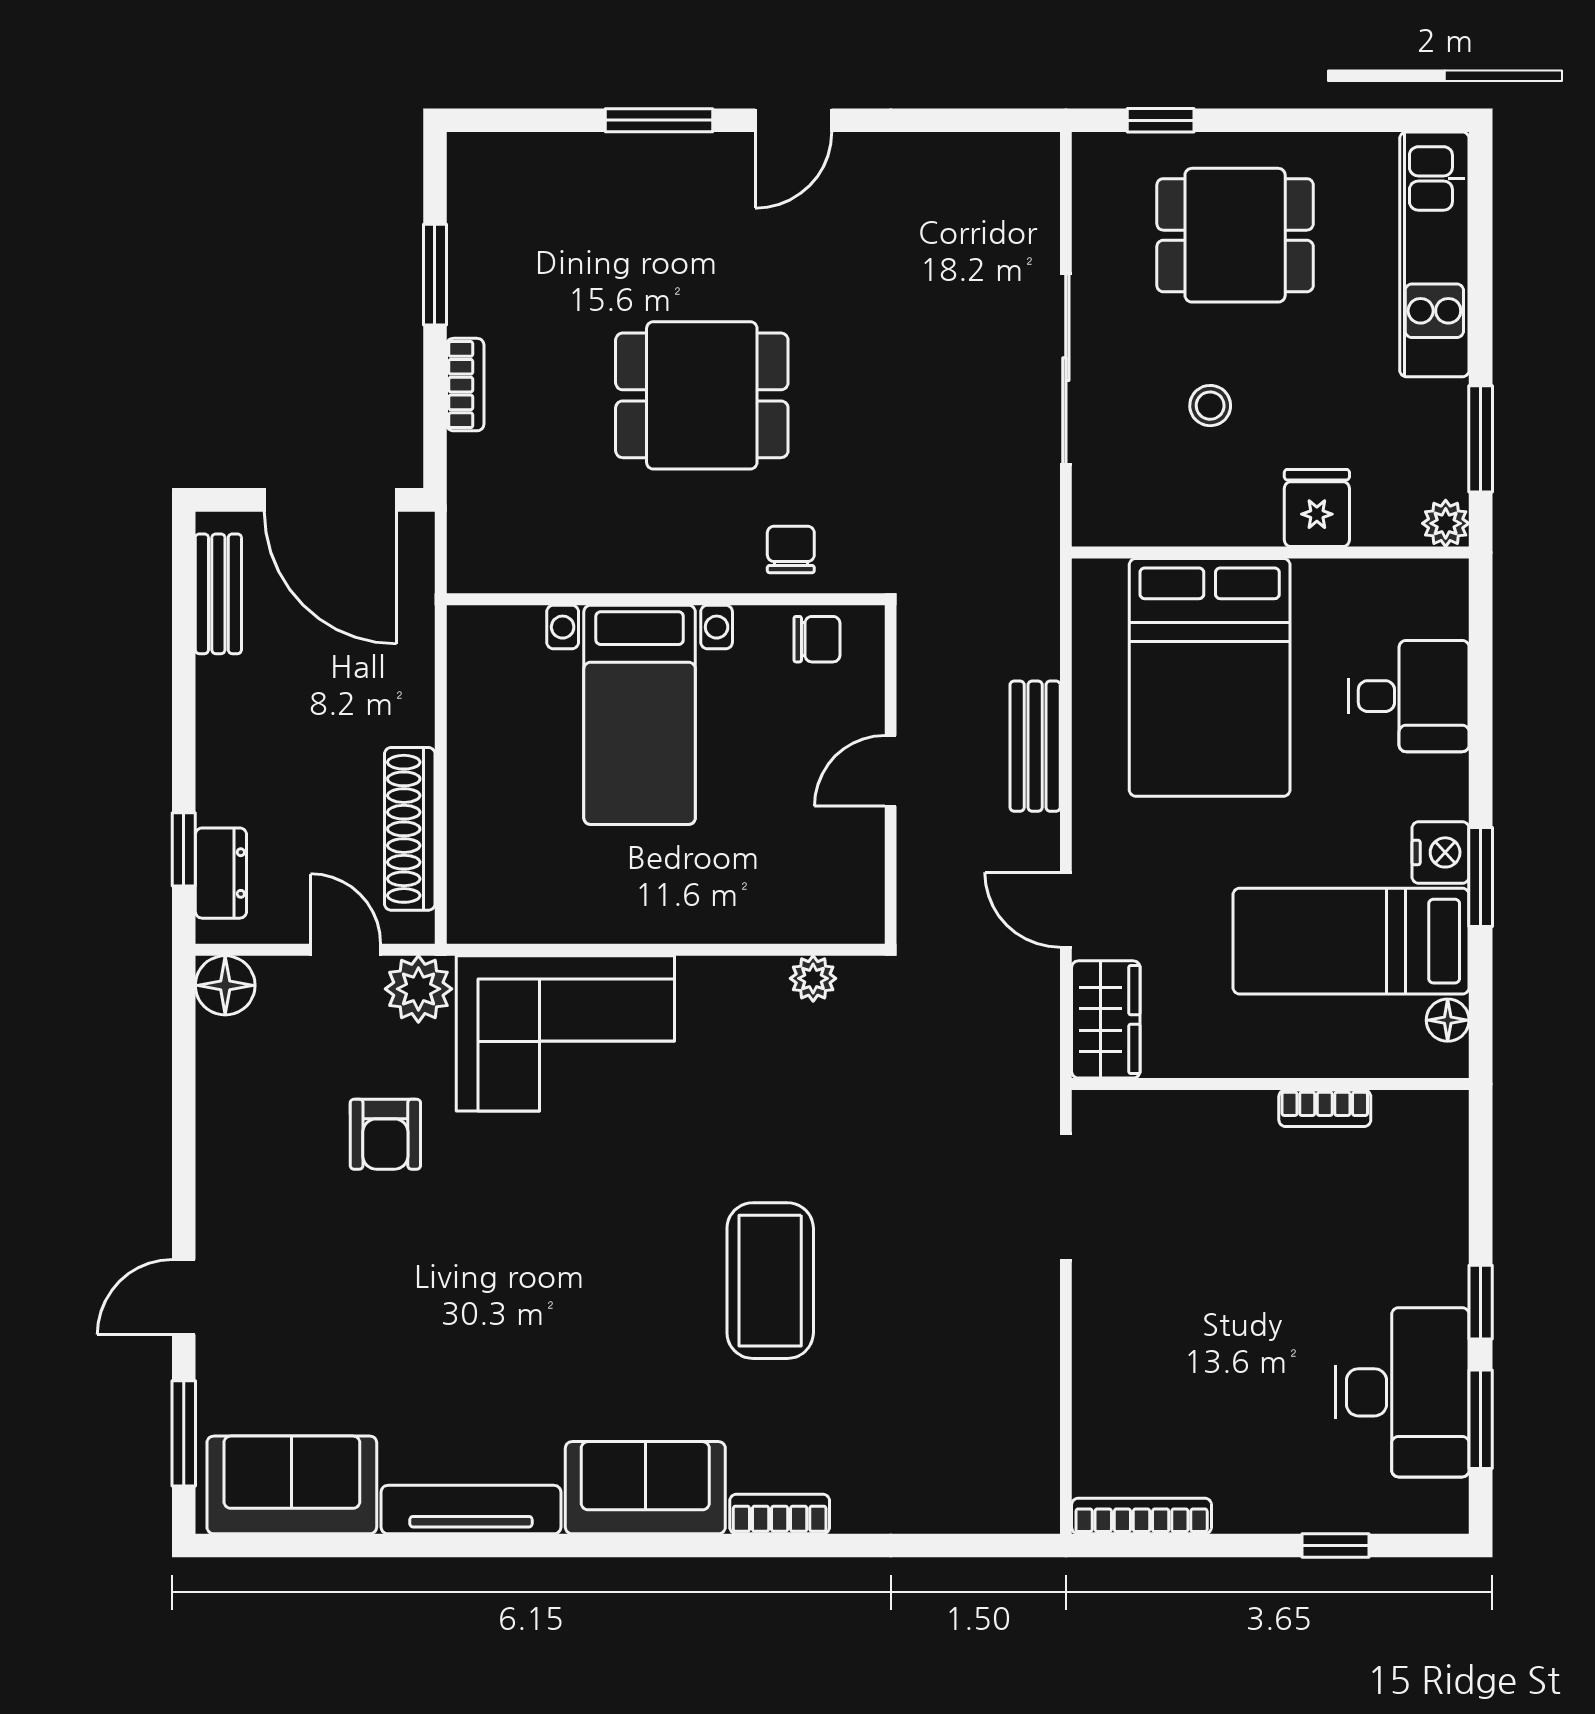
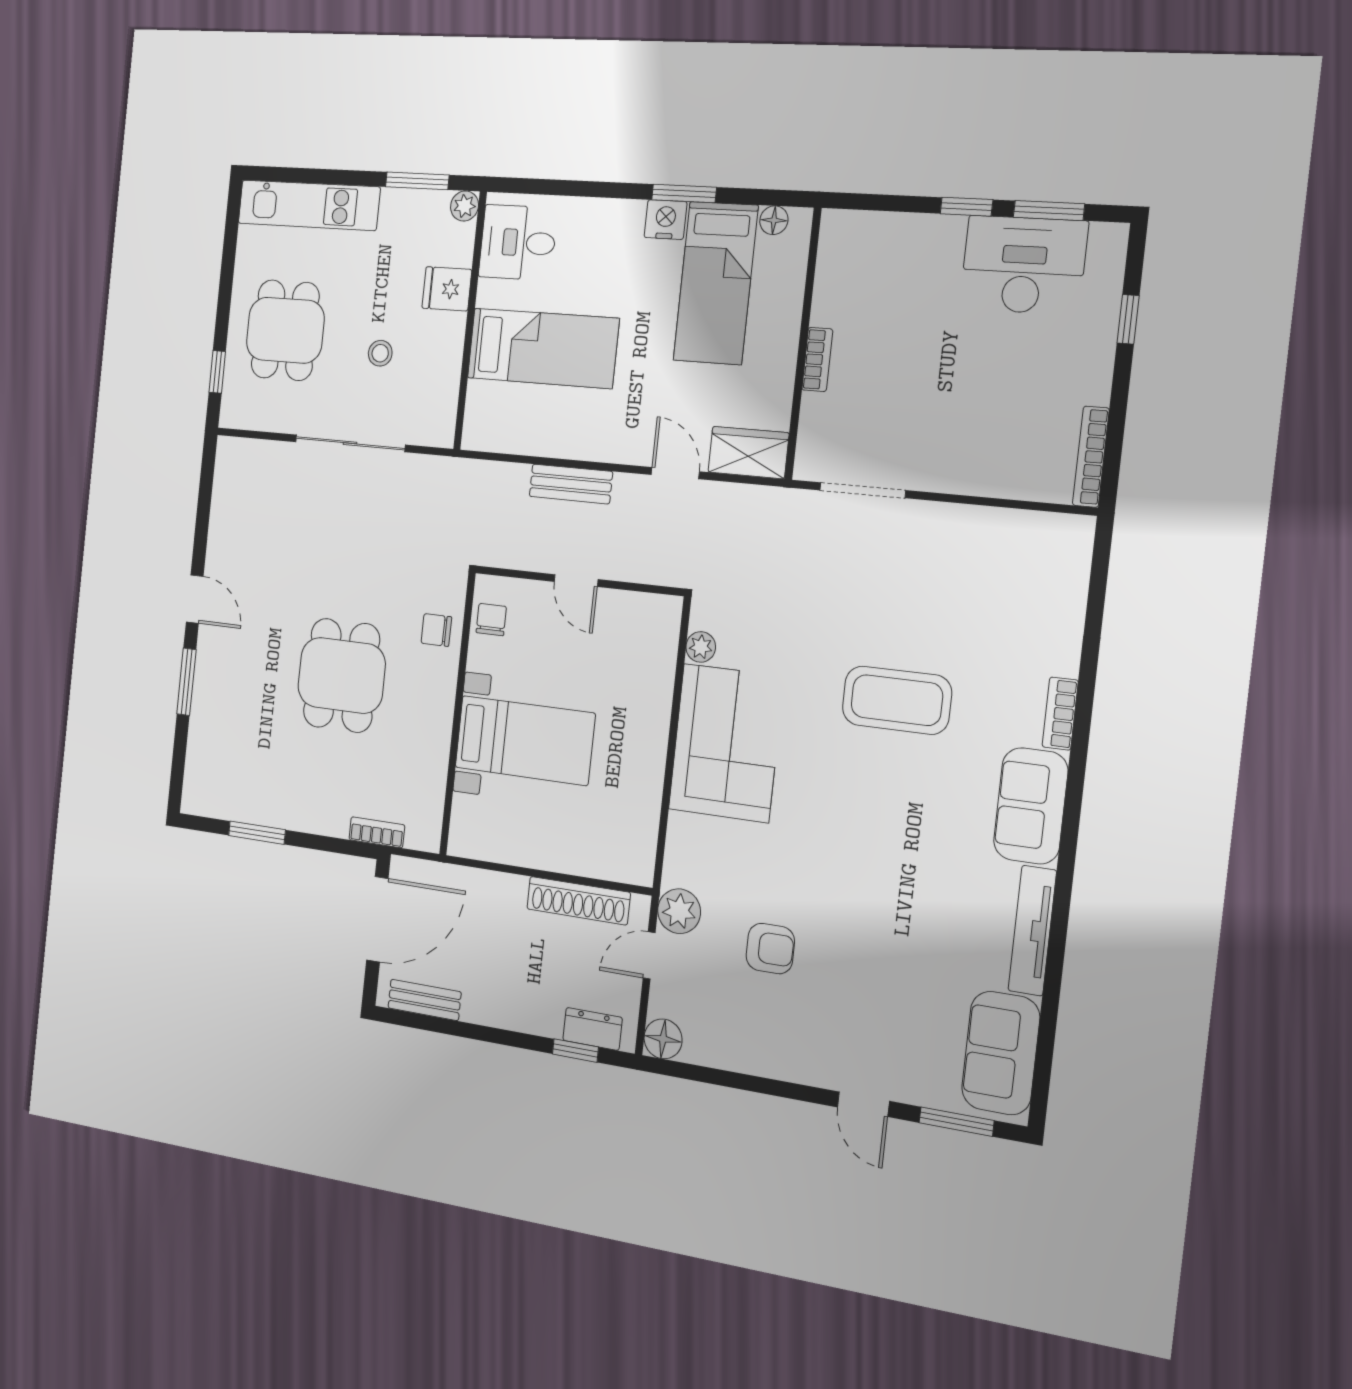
bookcase: (465, 385) -> (377, 832), moved
bed: (1210, 677) -> (543, 348), width x0.67
desk: (1409, 696) -> (518, 243), moved, turned -90
door: (1066, 910) -> (675, 473), swing flipped
corner sofa: (565, 1033) -> (726, 743), moved
bookcase: (1325, 1108) -> (817, 360), moved

